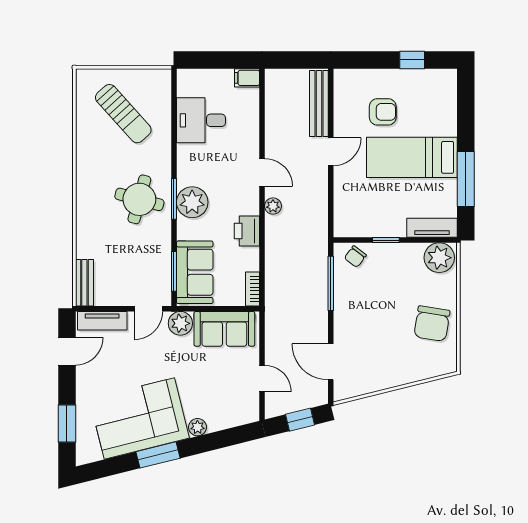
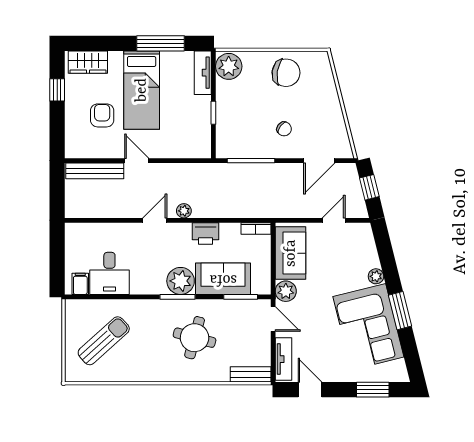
filing cabinet: (247, 78) -> (80, 284), moved, turned 180
wardrobe: (444, 96) -> (88, 62), added
round table: (139, 199) -> (195, 338), moved
chair: (355, 257) -> (284, 129), moved
sofa: (195, 272) -> (223, 279), moved

